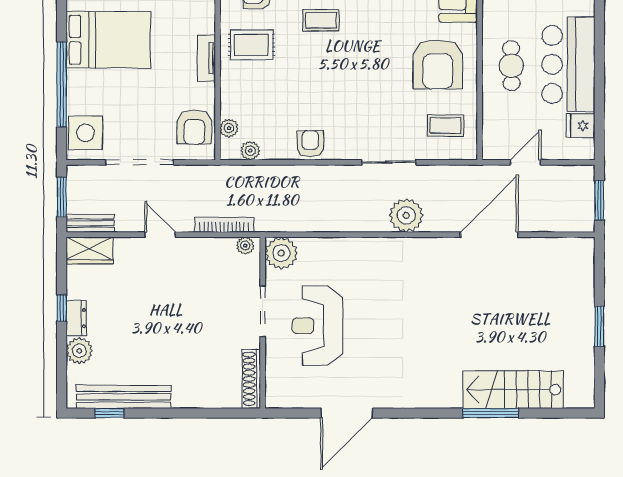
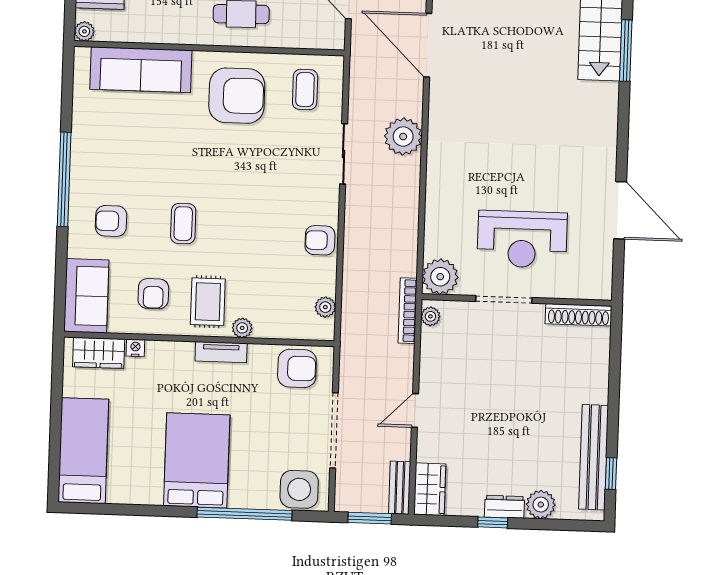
plant: (229, 128) -> (242, 328), moved
bookcase: (224, 225) -> (408, 311), moved

